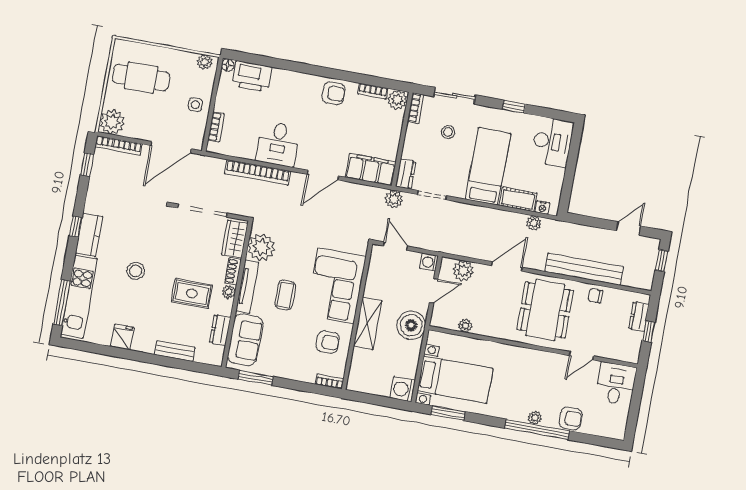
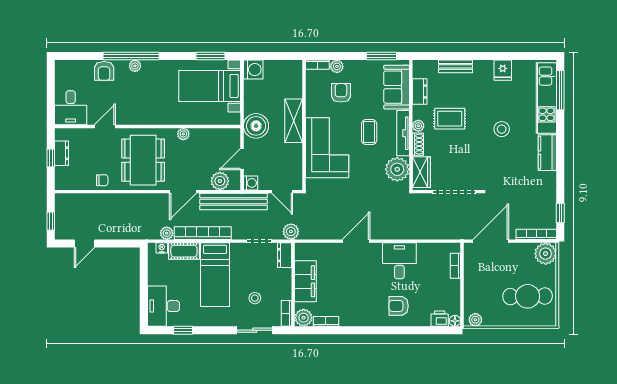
printer: (252, 76) -> (440, 319), width x0.53, depth x0.68
armchair: (334, 93) -> (399, 306), moved
side table: (195, 105) -> (477, 282), removed
window: (514, 107) -> (183, 330), moved
filing cabinet: (371, 170) -> (305, 281), moved, turned -90
bookcase: (258, 172) -> (203, 233), moved
window: (76, 227) -> (560, 158), removed
bench: (584, 269) -> (234, 201), moved
dresser: (639, 316) -> (62, 153), moved
plant: (465, 326) -> (183, 134), moved
armchair: (328, 342) -> (341, 93), moved, turned 90
plant: (308, 375) -> (337, 66), added
armchair: (571, 418) -> (104, 71), turned -90

